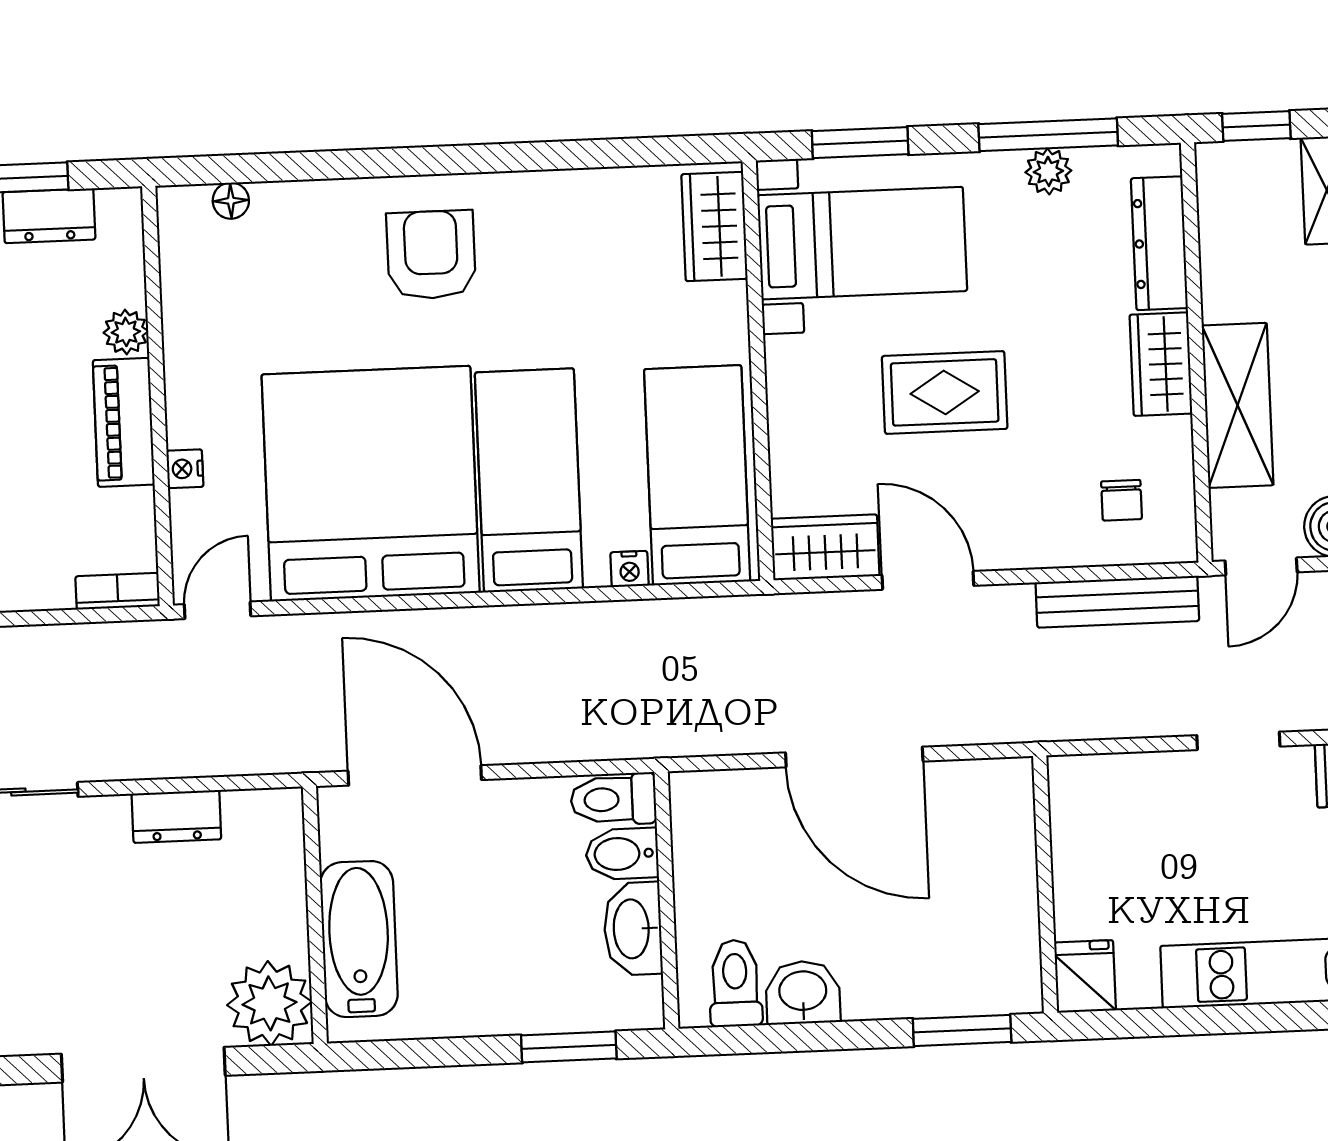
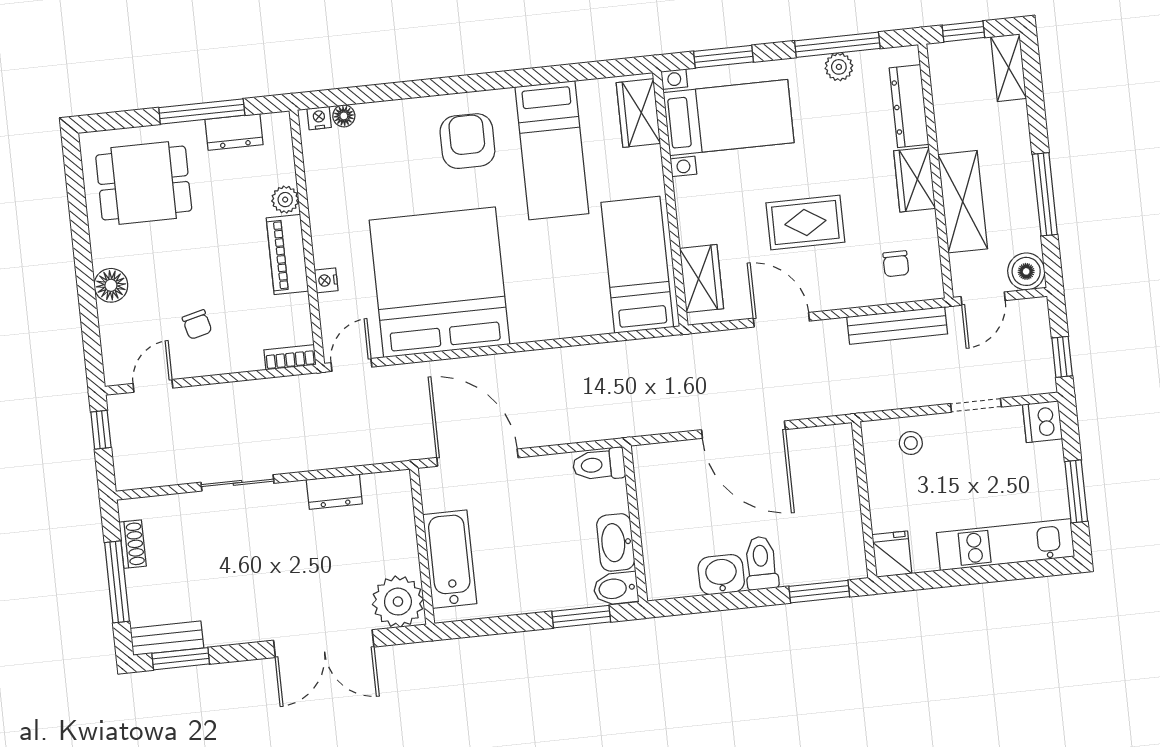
rug: (945, 392) -> (805, 223), moved
bed: (529, 480) -> (552, 150), moved, turned 180
wardrobe: (825, 547) -> (702, 279), moved, turned 90
nightstand: (629, 569) -> (319, 118), moved, turned 180
stool: (1128, 796) -> (911, 443), added
bidet: (622, 854) -> (616, 588), moved
toilet: (735, 983) -> (761, 563), moved

